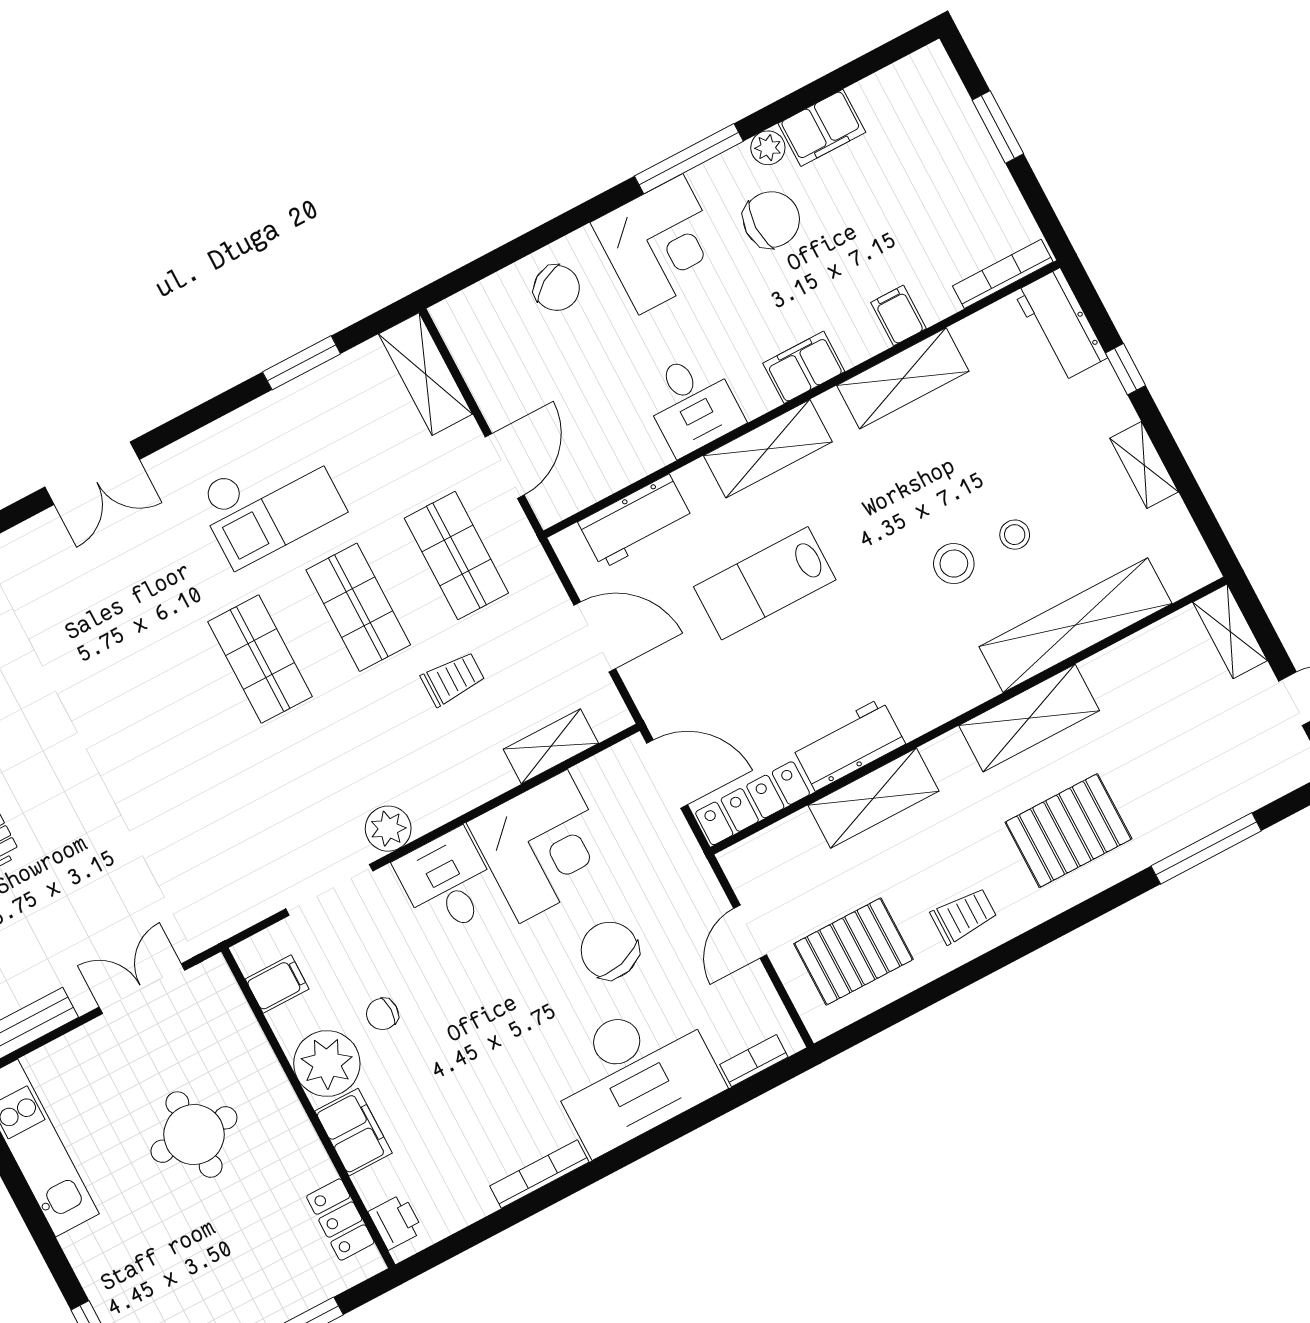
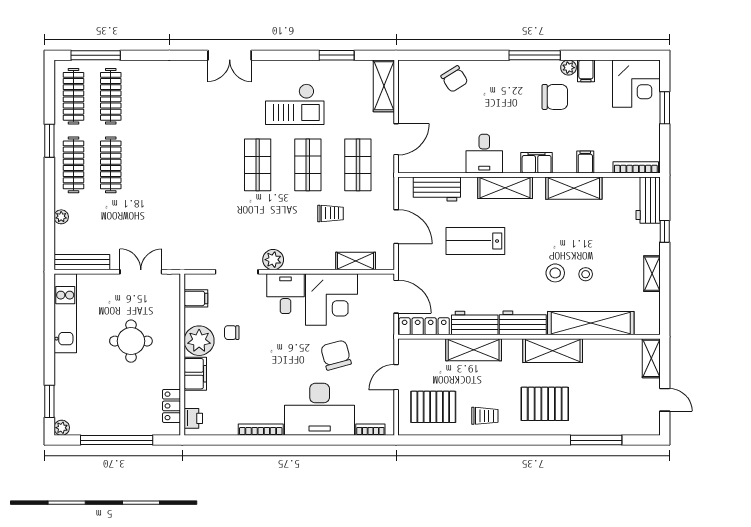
filing cabinet: (822, 128) -> (586, 71), width x0.50
corner desk: (661, 244) -> (636, 84), moved
workbench: (942, 695) -> (523, 323), added

